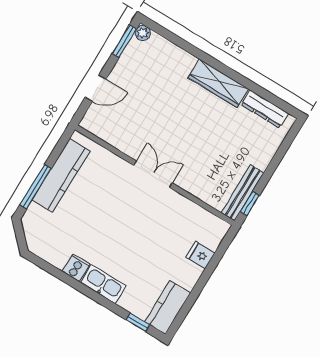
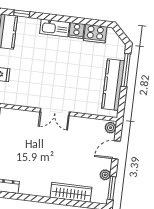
plant: (143, 33) -> (105, 175), moved
wardrobe: (218, 83) -> (71, 192), moved
plant: (90, 121) -> (110, 128), added
cooker: (54, 252) -> (95, 34), added

